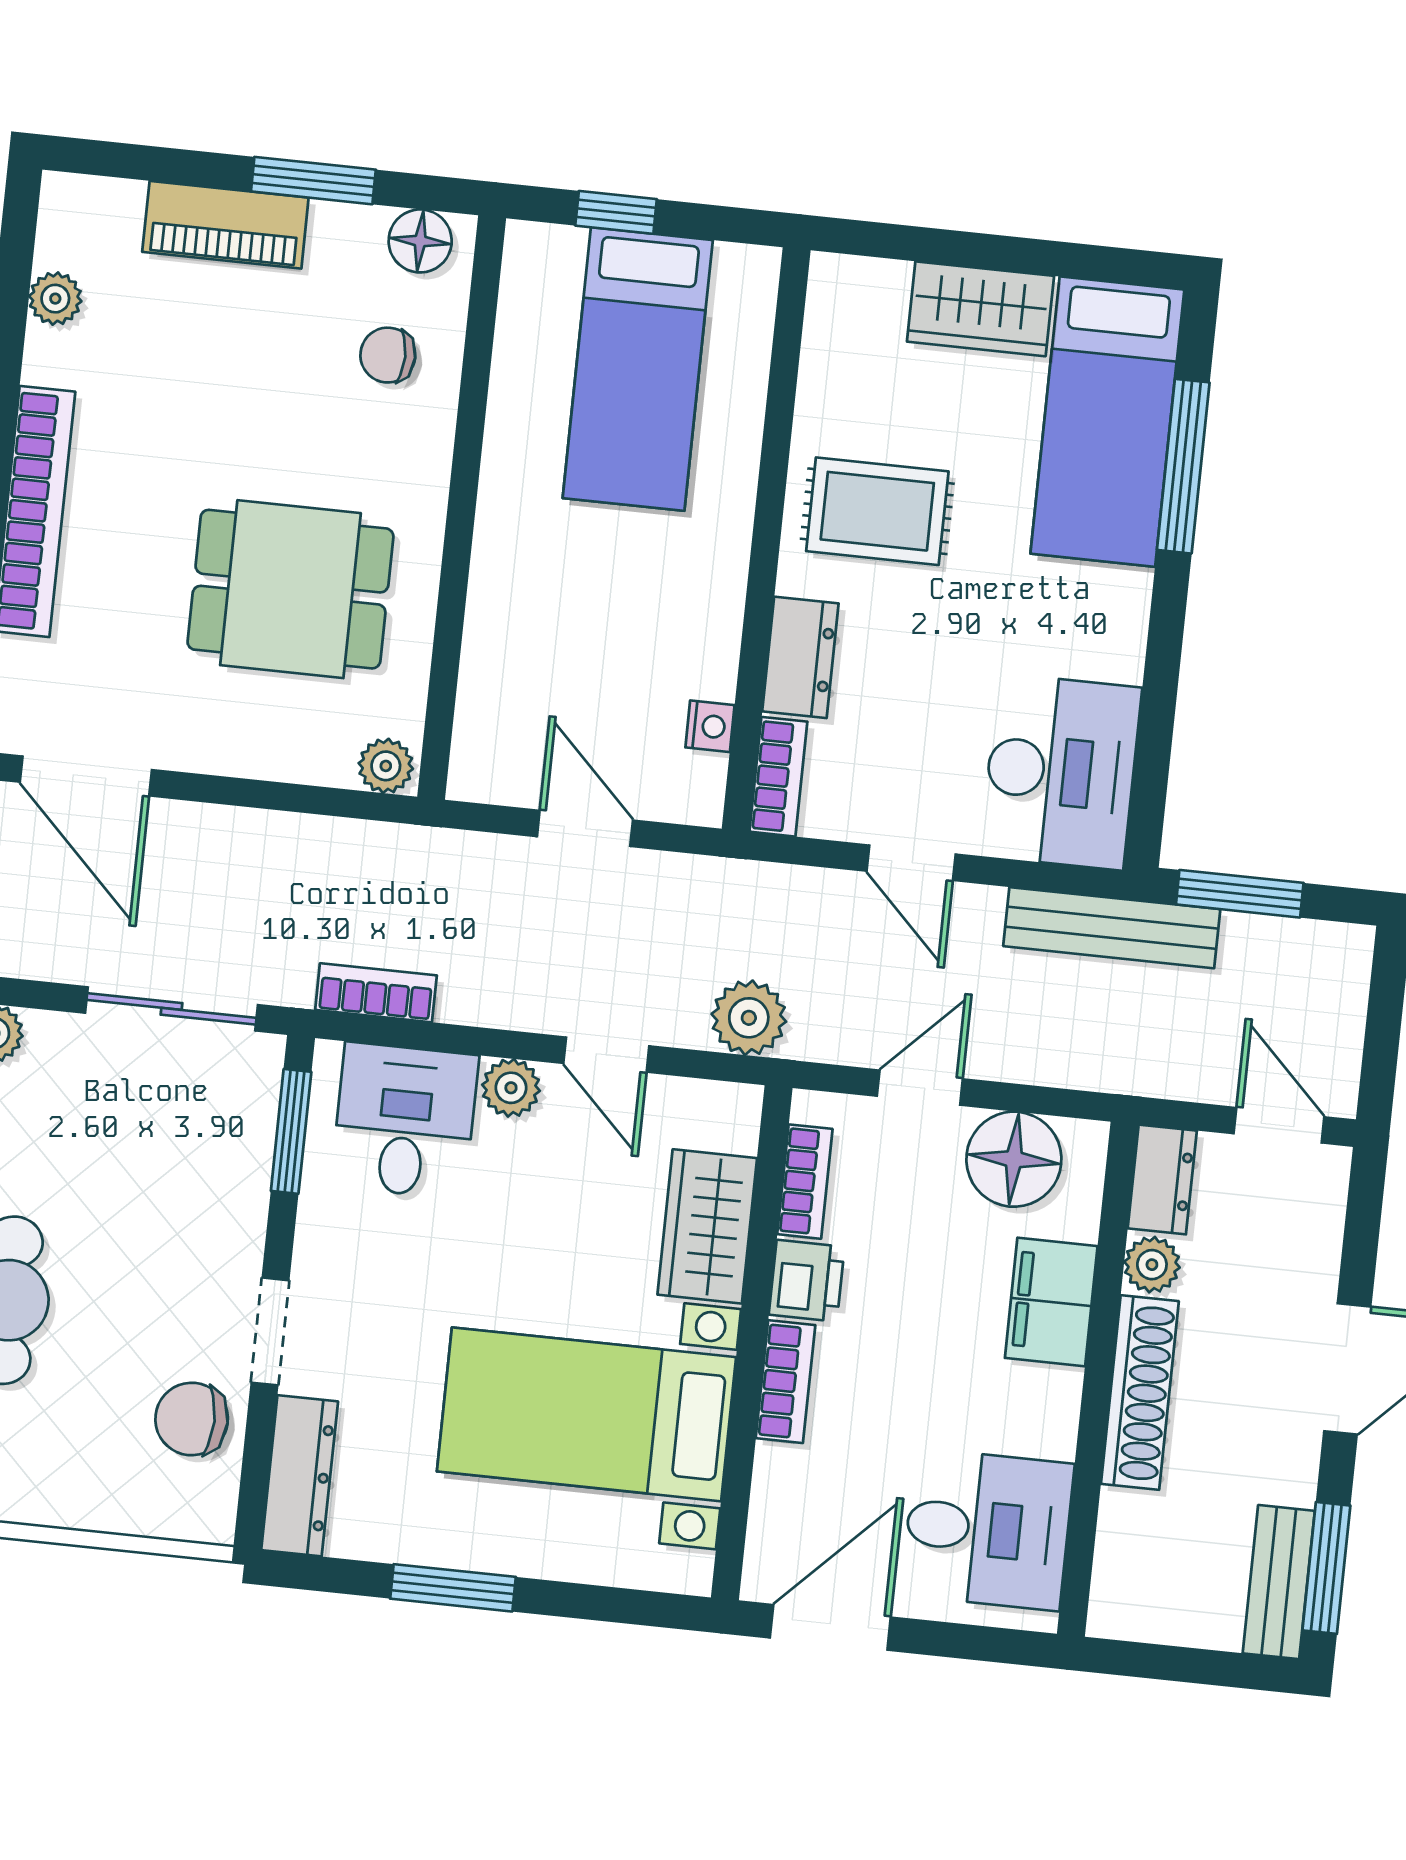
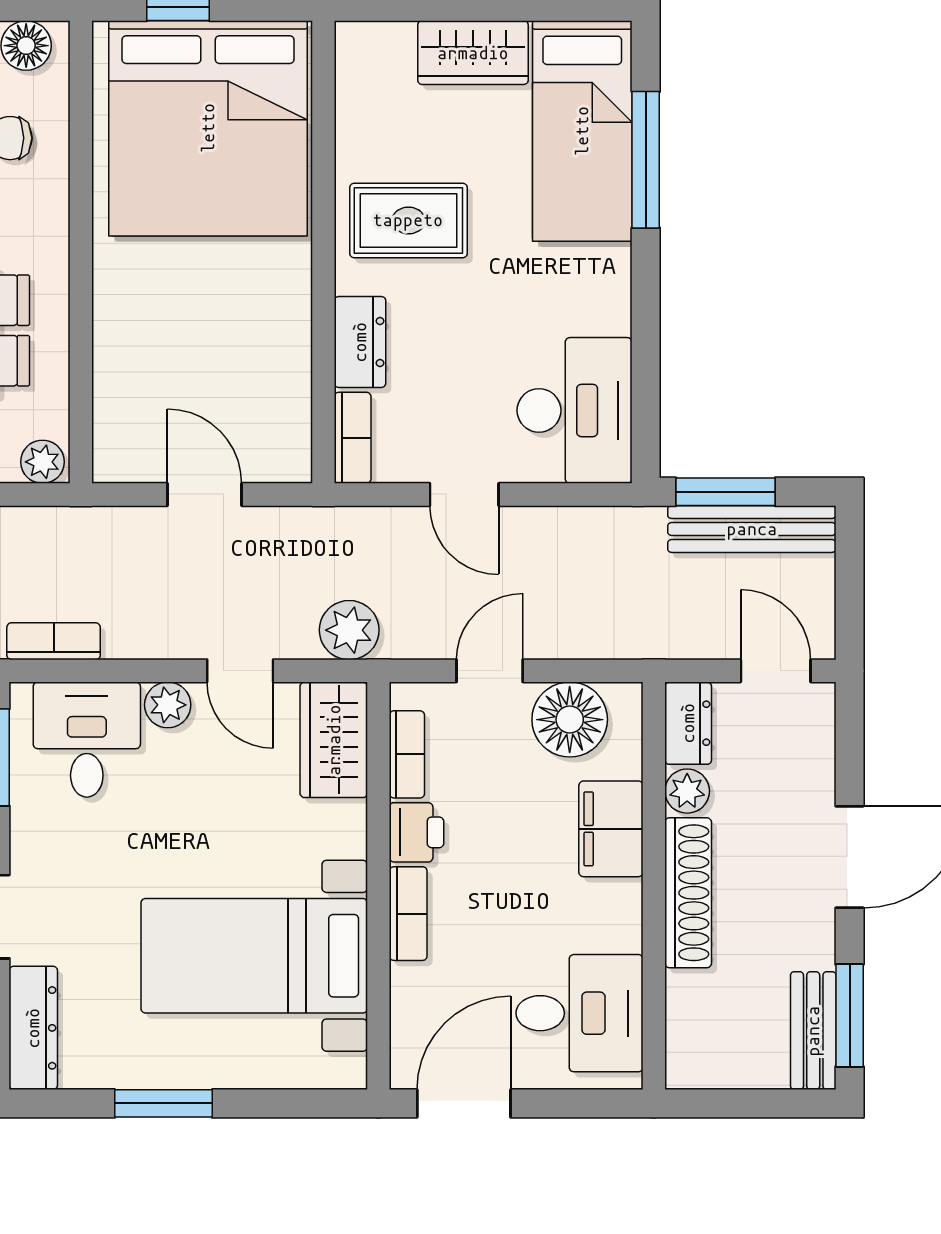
bed: (638, 369) -> (208, 128), width x2.04
nightstand: (710, 726) -> (295, 404), removed
bench: (1112, 928) -> (752, 529), moved
wardrobe: (707, 1226) -> (334, 740), moved

